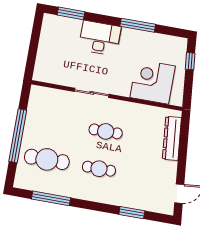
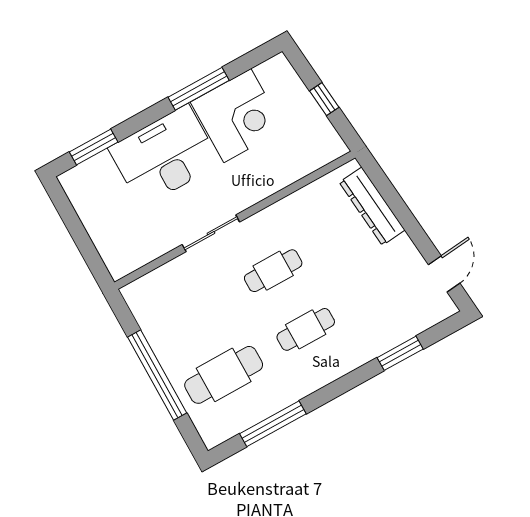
desk: (100, 38) -> (165, 156), width x1.36, depth x1.30
window: (190, 61) -> (324, 99), moved
corner desk: (153, 82) -> (237, 116), moved, turned 180

